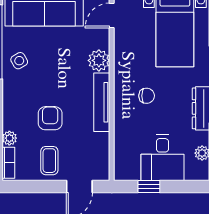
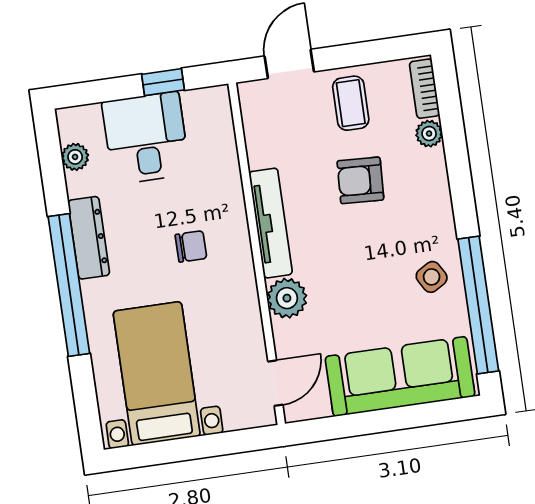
chair: (147, 96) -> (191, 246), turned 180
armchair: (50, 118) -> (360, 180), turned 93

